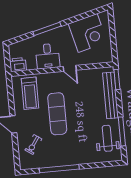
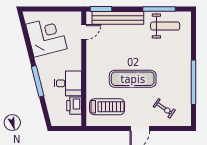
printer: (18, 65) -> (74, 106), moved
door: (70, 68) -> (84, 32), moved
weight bench: (107, 138) -> (165, 26), turned 180

